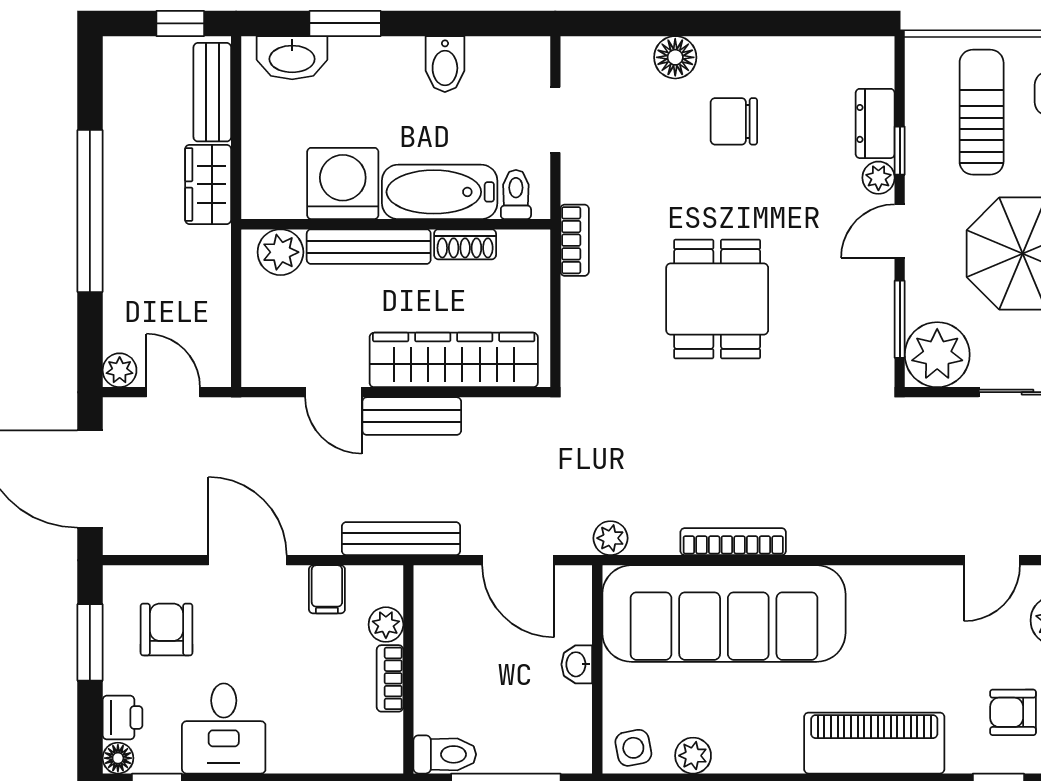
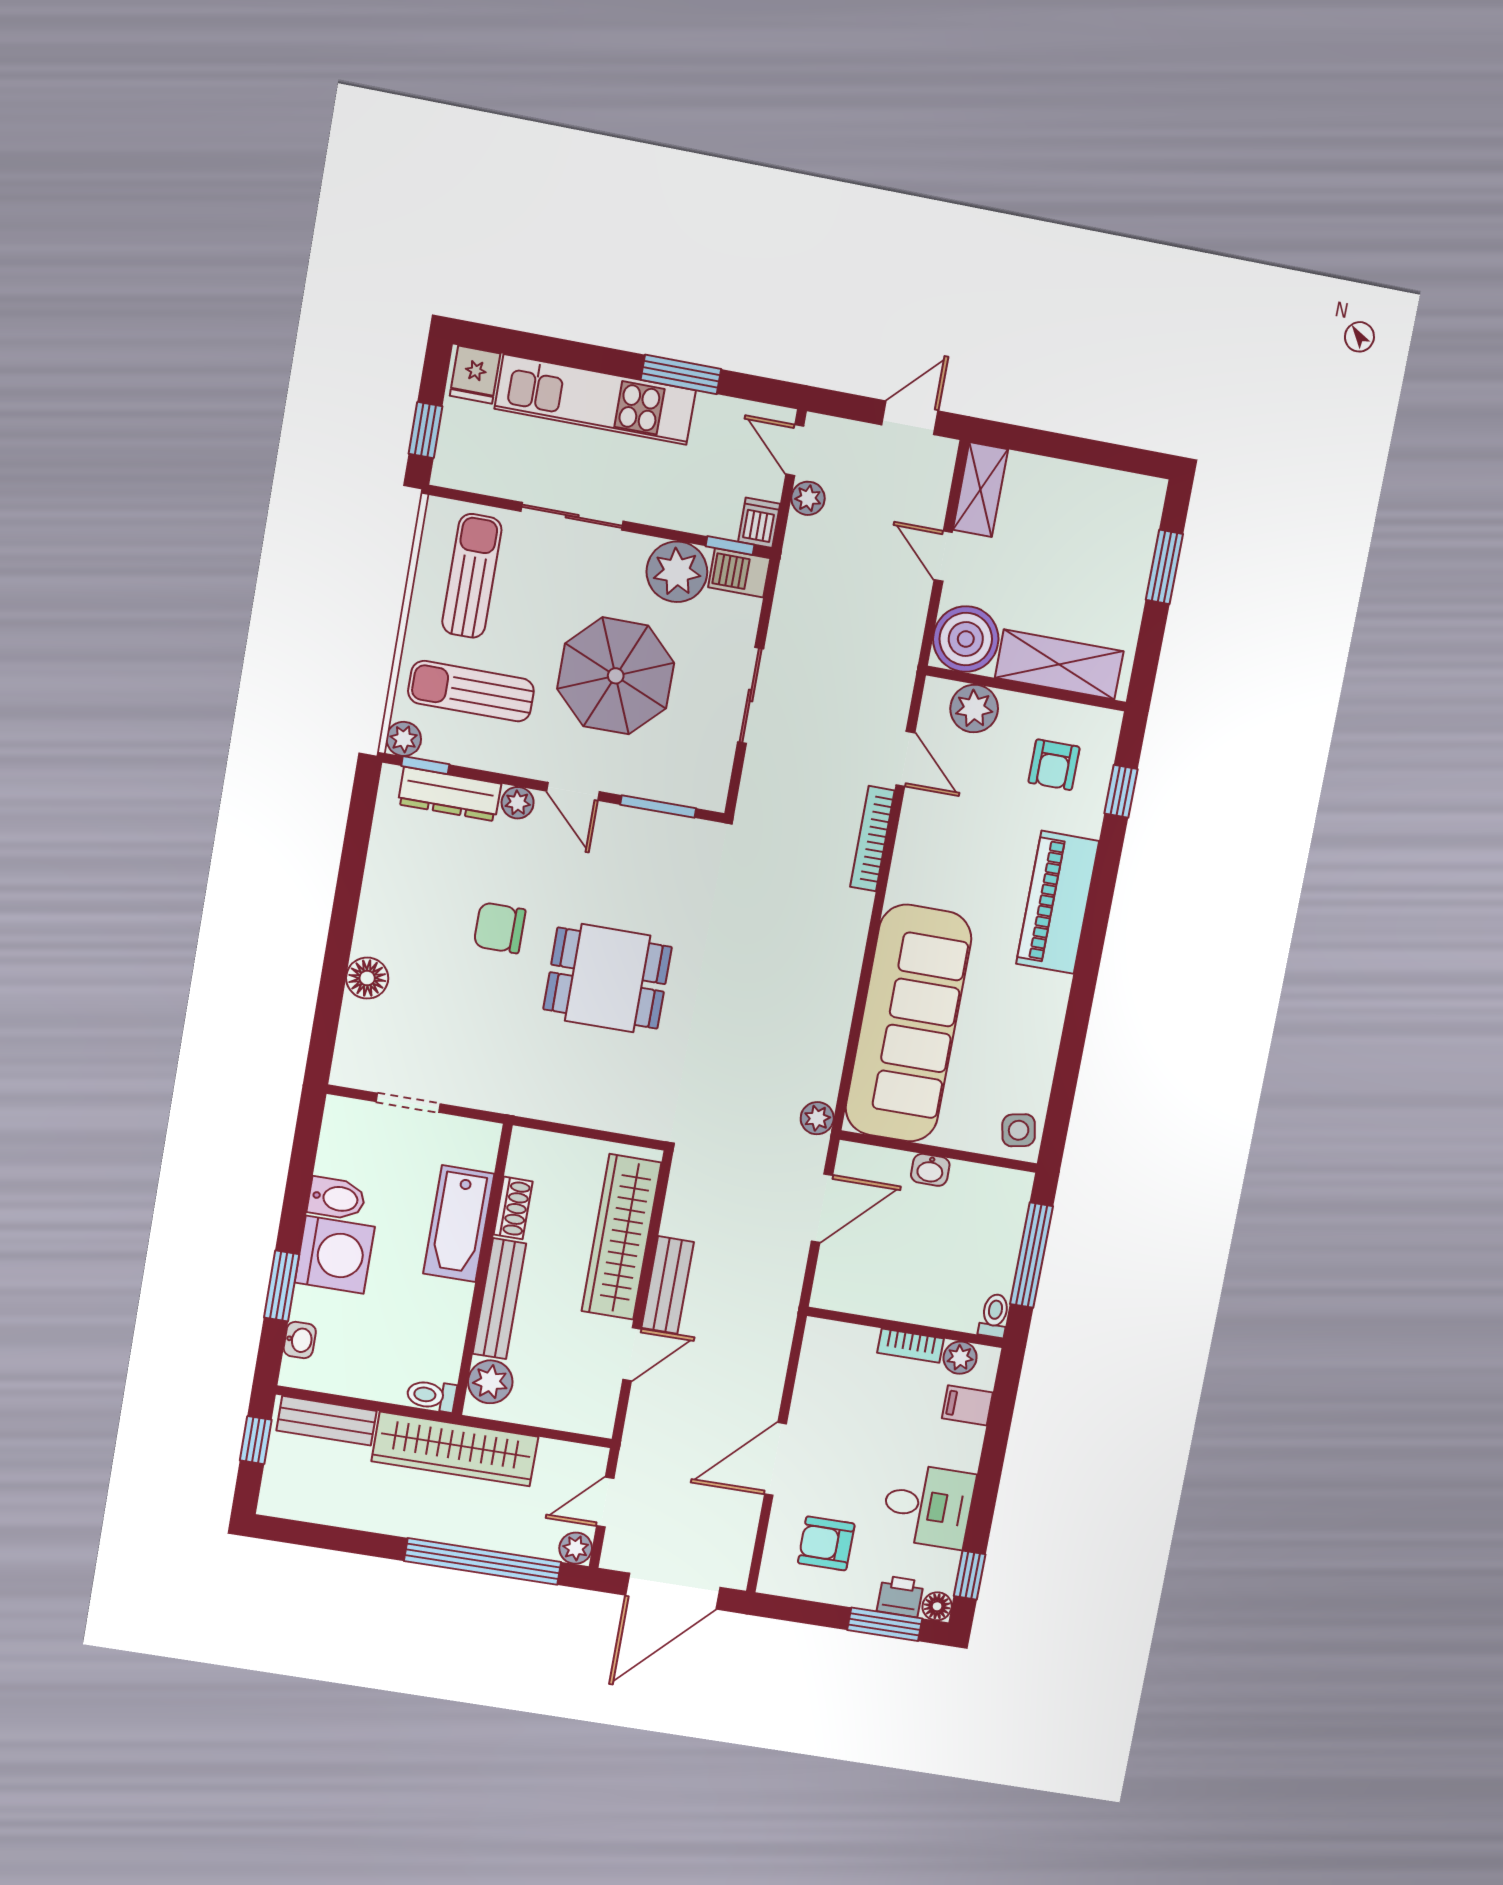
washbasin: (292, 58) -> (300, 1340), width x0.52, depth x0.69
chair: (734, 121) -> (500, 928), moved, turned 90
dresser: (875, 123) -> (450, 794), width x1.44
window: (900, 151) -> (425, 765), moved
washing machine: (343, 183) -> (335, 1255), moved, turned 180
wardrobe: (208, 184) -> (455, 1449), width x2.10, depth x1.17
toilet: (516, 195) -> (431, 1395), moved
window: (90, 211) -> (483, 1561), moved
bookcase: (575, 240) -> (527, 1104), removed
plant: (937, 355) -> (404, 739), moved, width x0.53, depth x0.53
bench: (401, 539) -> (781, 1314), removed
bookcase: (733, 542) -> (872, 839), moved
filing cabinet: (327, 589) -> (967, 1405), moved, turned 180
plant: (386, 625) -> (960, 1358), moved
window: (90, 642) -> (885, 1624), moved
toilet: (445, 754) -> (994, 1316), width x0.73, depth x0.72
plant: (693, 756) -> (1037, 1076), removed

